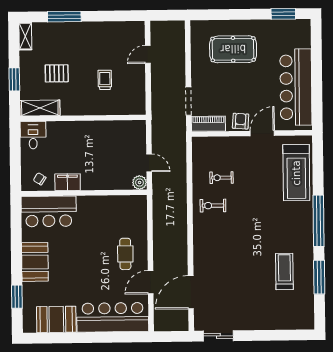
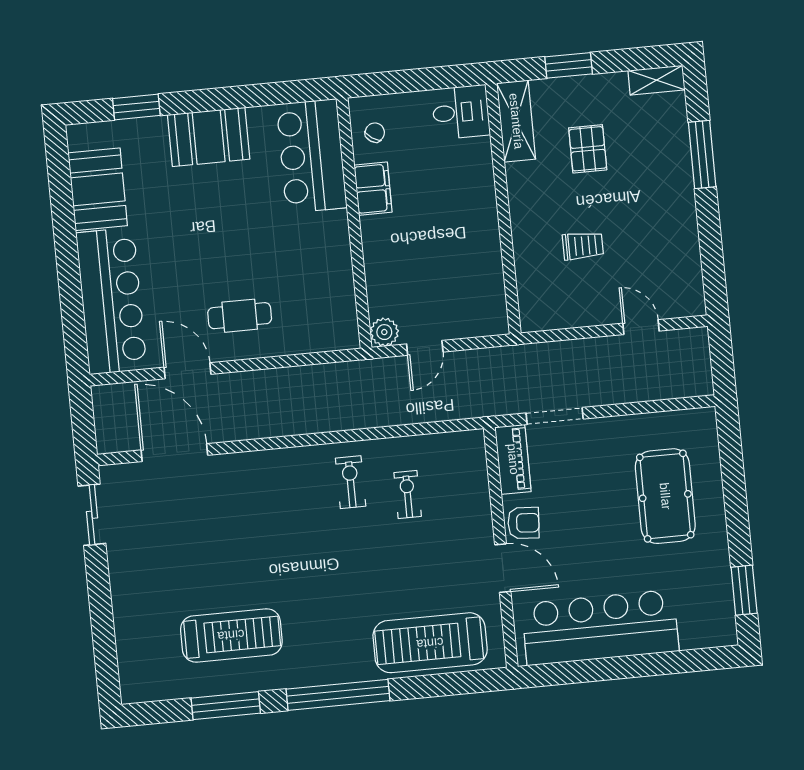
treadmill: (284, 271) -> (231, 635), width x1.37, depth x1.38

